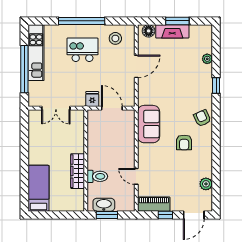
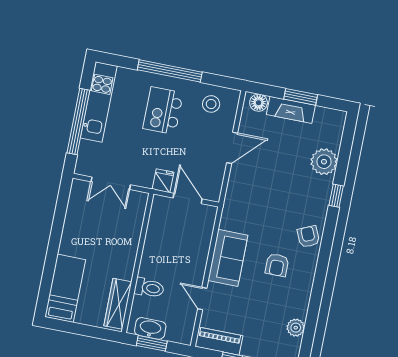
kitchen island: (82, 50) -> (163, 111), turned -90
plant: (207, 59) -> (324, 162), width x1.88, depth x1.88
sofa: (149, 124) -> (228, 258), moved
wardrobe: (78, 171) -> (118, 304), moved

